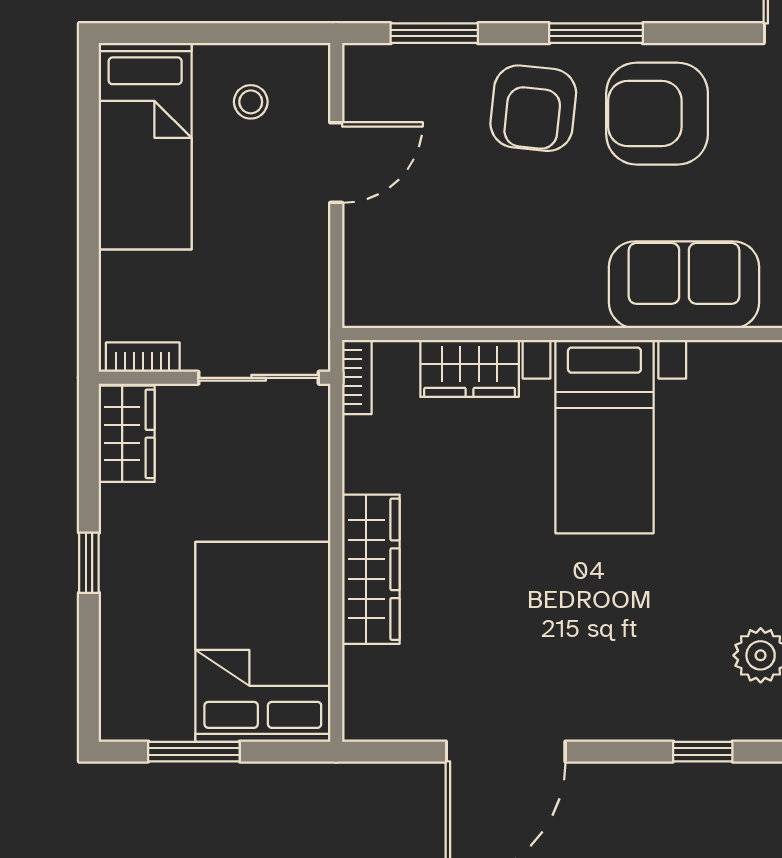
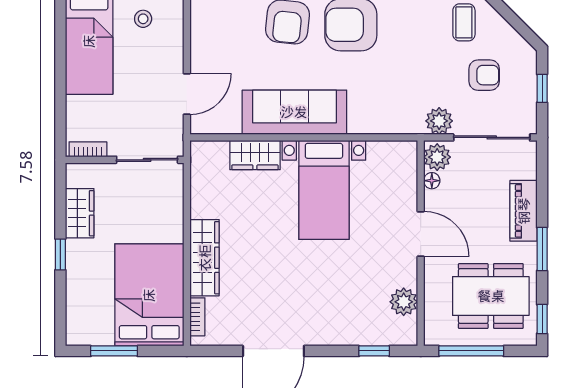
door: (336, 163) -> (187, 94), moved
sofa: (684, 285) -> (294, 112), moved, width x1.36
bookcase: (357, 377) -> (197, 317), moved
wardrobe: (127, 434) -> (80, 213), moved

